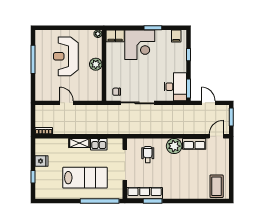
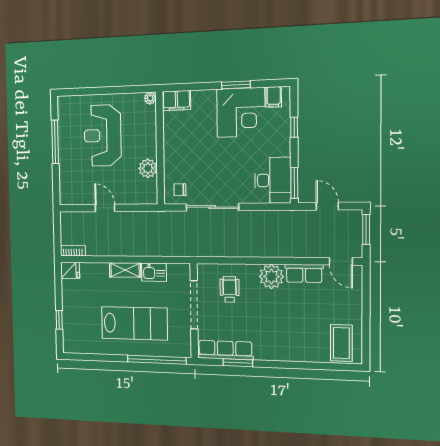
corner desk: (140, 45) -> (241, 112), moved
plant: (96, 64) -> (148, 168), moved
door: (216, 136) -> (341, 261), swing flipped
fridge: (42, 161) -> (70, 270), moved

